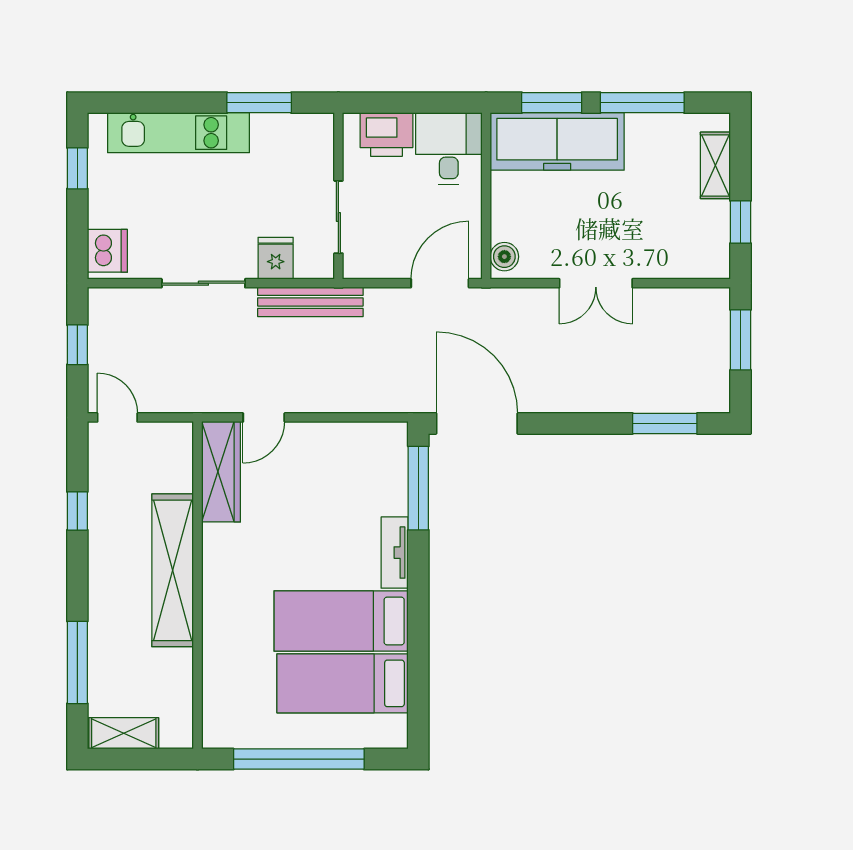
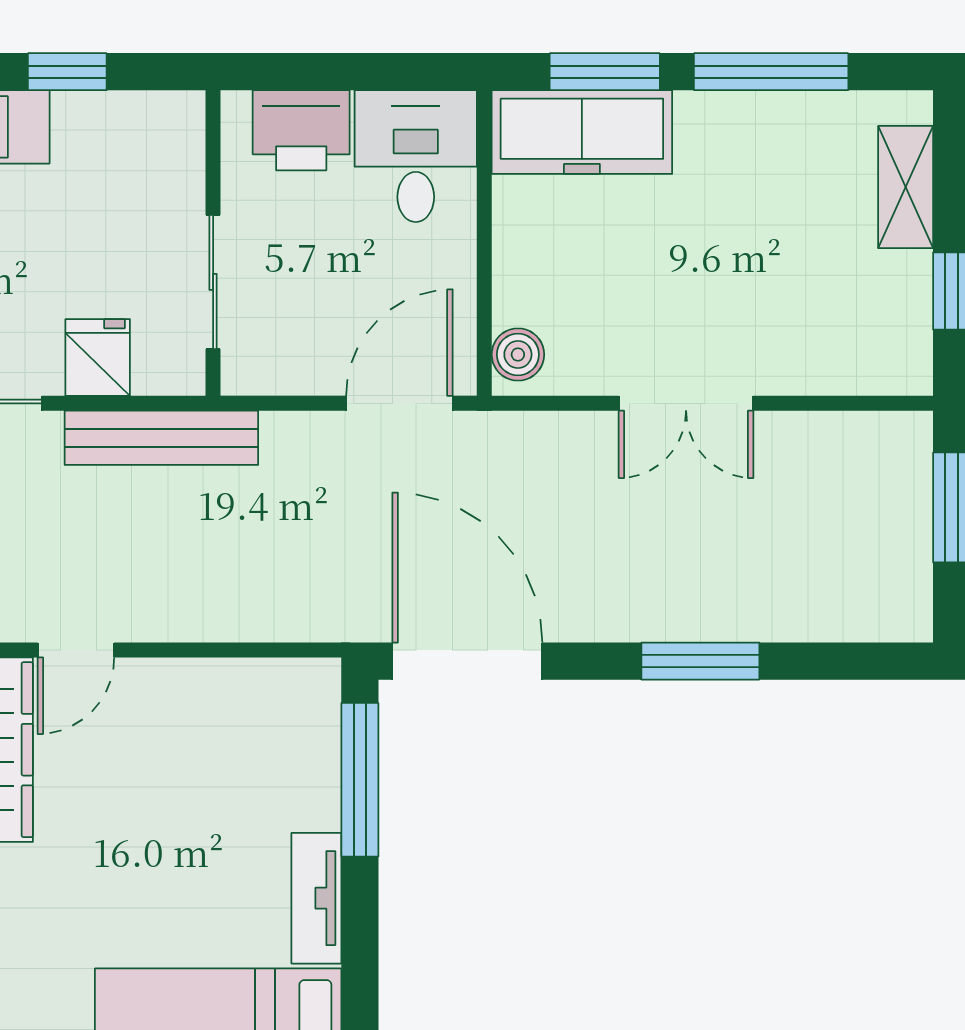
window: (259, 103) -> (67, 72), width x0.67
freezer: (557, 141) -> (582, 132), width x0.73, depth x0.79
window: (665, 423) -> (700, 661), moved

